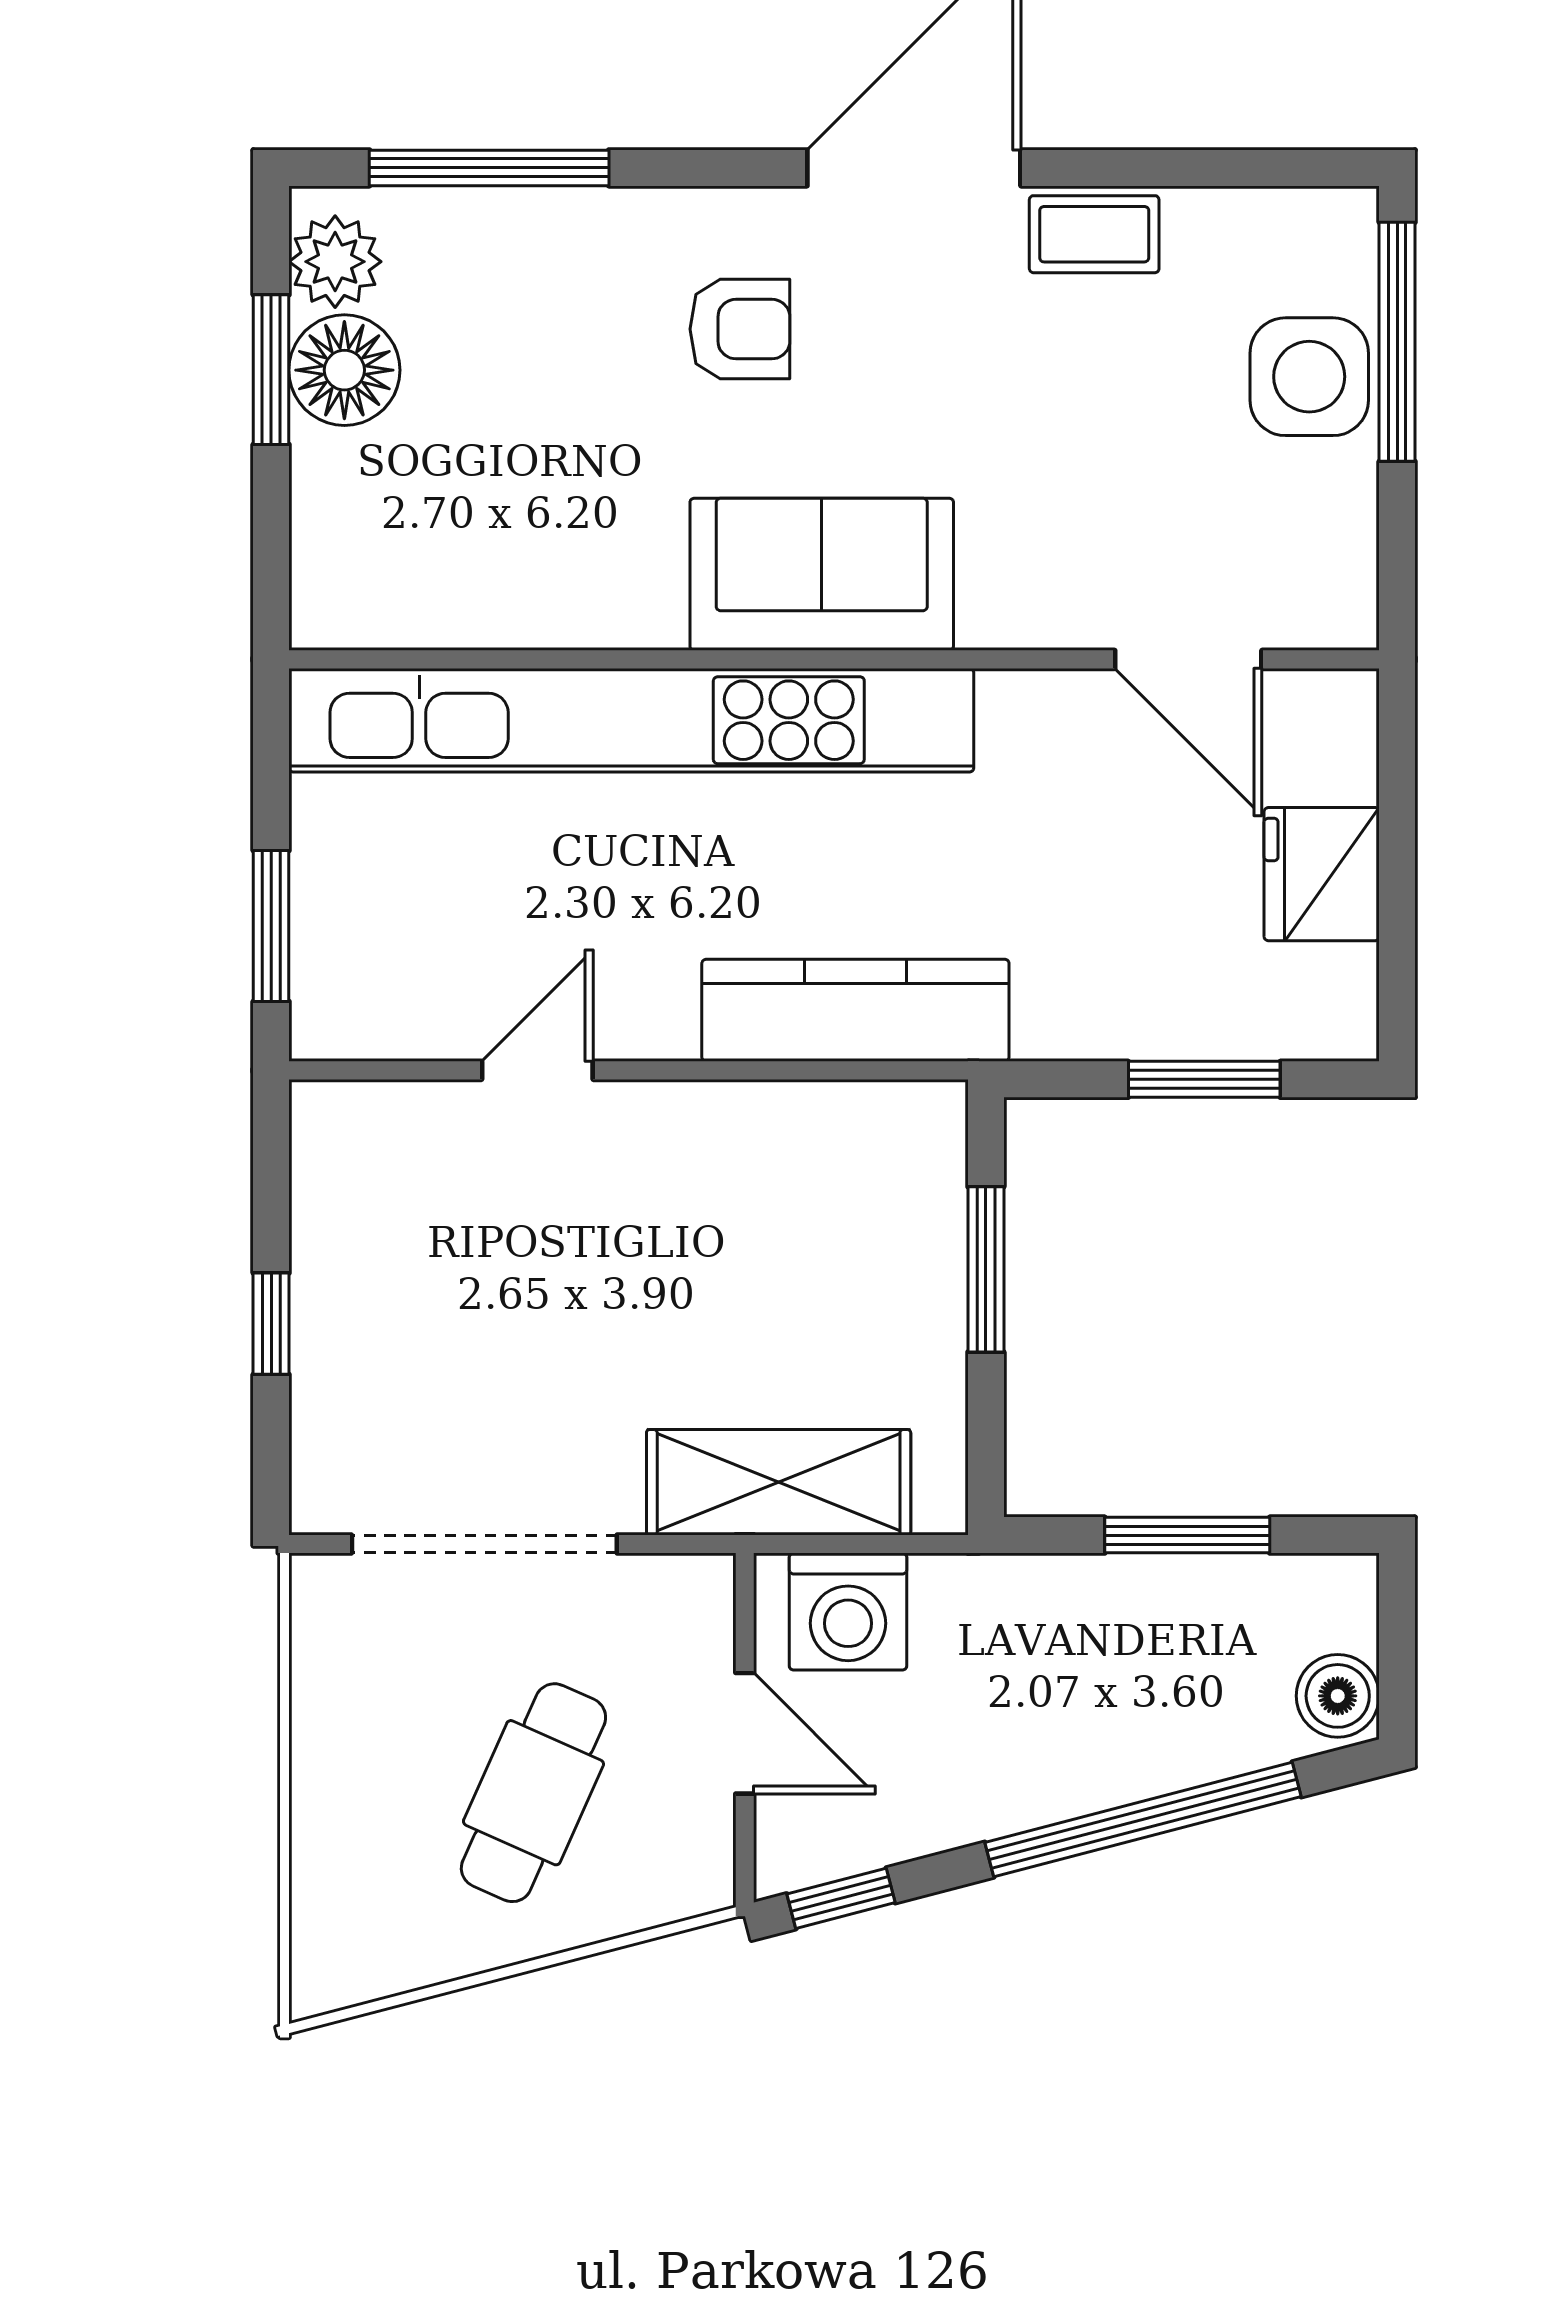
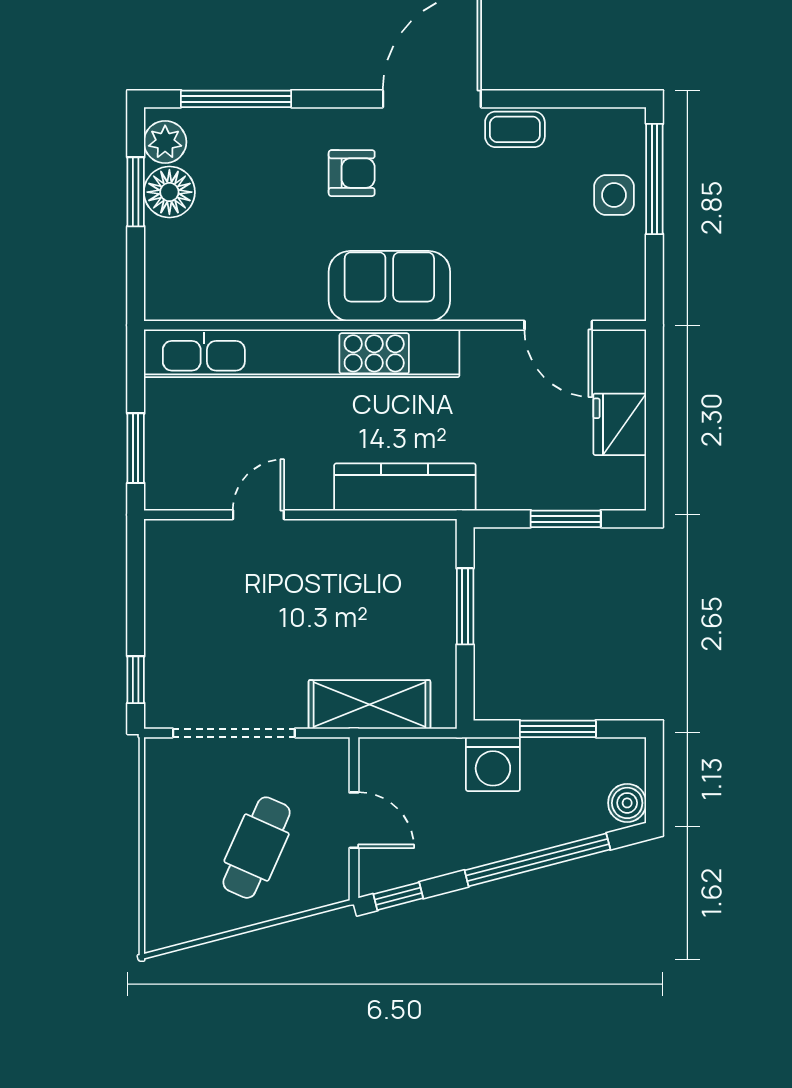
side table: (1309, 377) -> (614, 195), width x0.73, depth x0.73
window: (271, 1324) -> (136, 680), moved
washing machine: (848, 1612) -> (493, 764), moved

